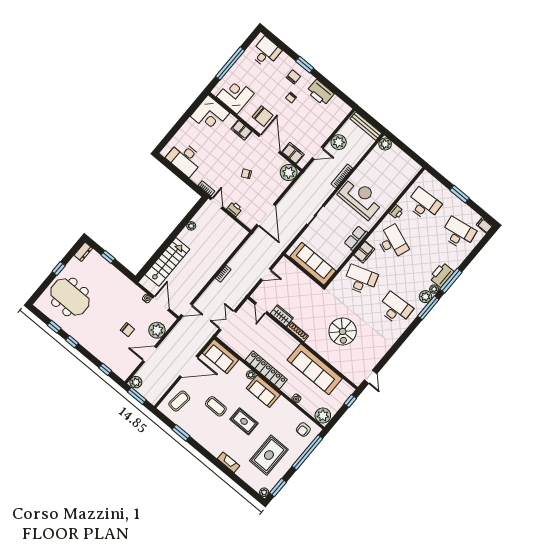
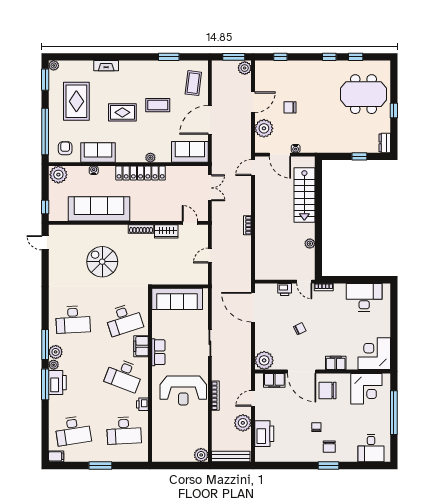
printer: (320, 93) -> (264, 434), moved, turned 90
sofa: (263, 391) -> (98, 152), moved

